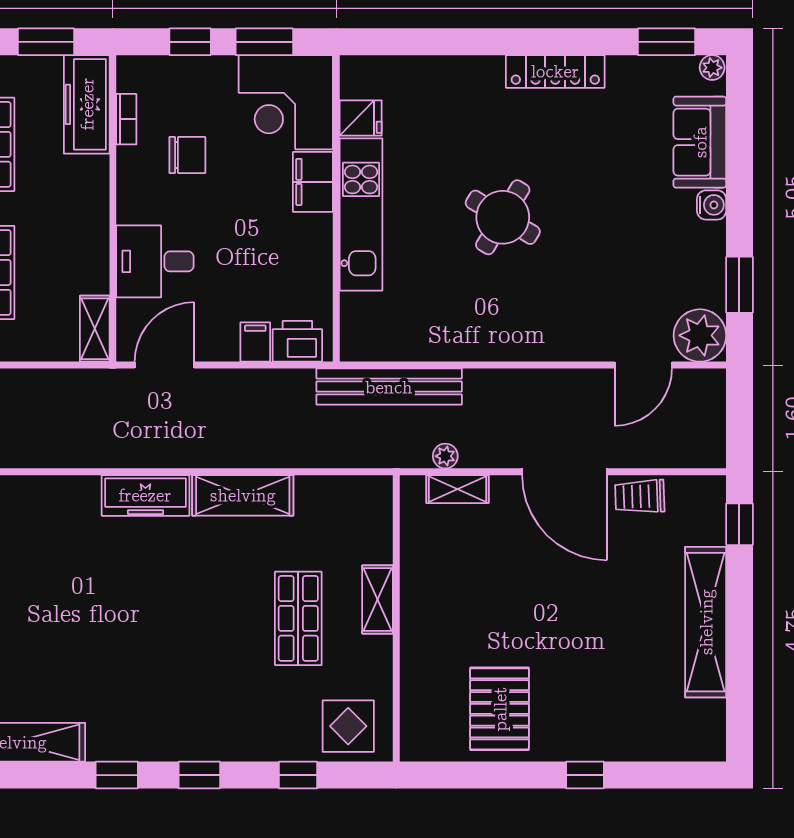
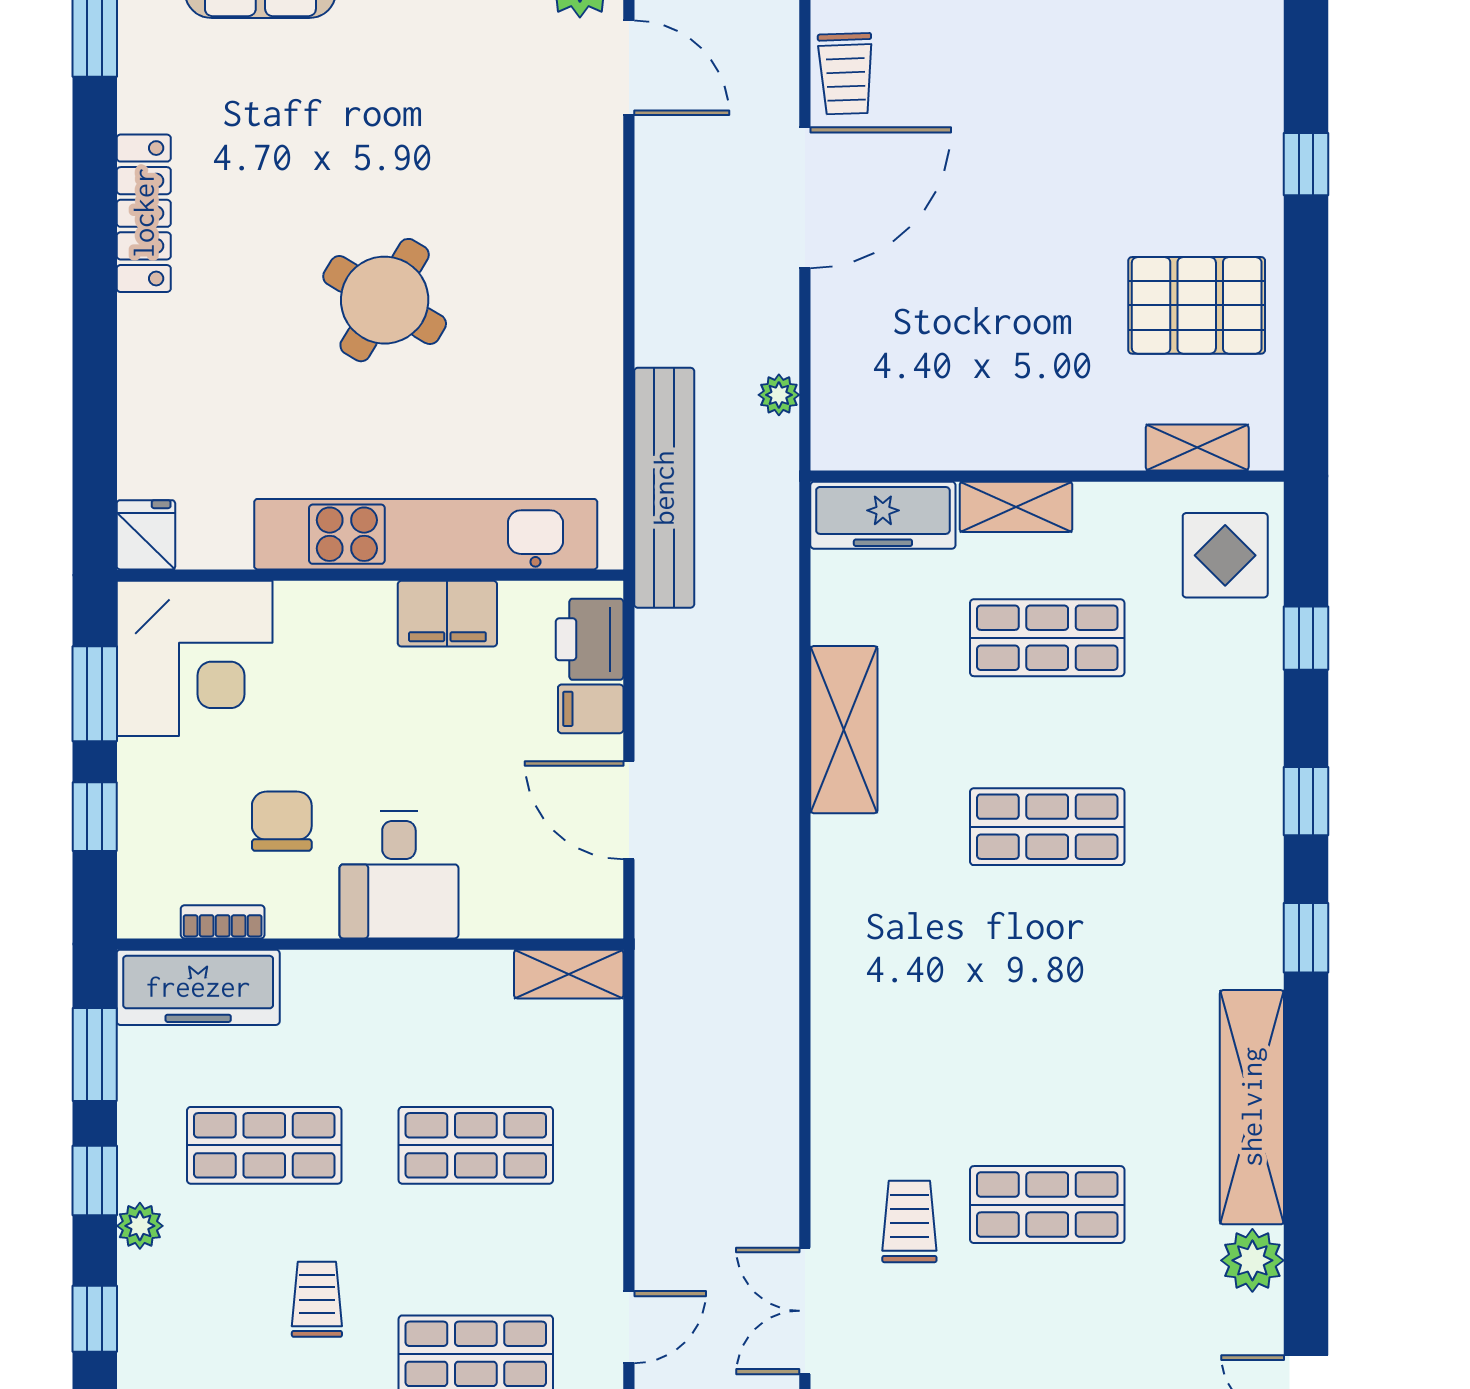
fridge: (361, 118) -> (146, 535), moved
filing cabinet: (313, 182) -> (447, 614), moved
kitchen unit: (361, 214) -> (426, 534), width x1.36
desk: (155, 261) -> (399, 875), moved
door: (164, 365) -> (629, 810), moved
shelving: (457, 489) -> (1197, 447), moved, turned 90
freezer: (145, 495) -> (883, 515), moved, turned 90
shop shelf: (184, 618) -> (1047, 827), added

